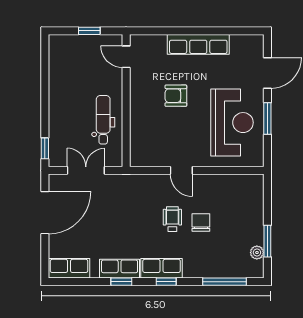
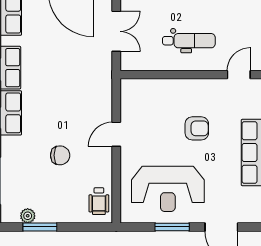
armchair: (176, 96) -> (197, 128), turned 90
dental chair: (103, 120) -> (189, 41), moved
wheelchair: (172, 219) -> (99, 201), moved, turned 90

